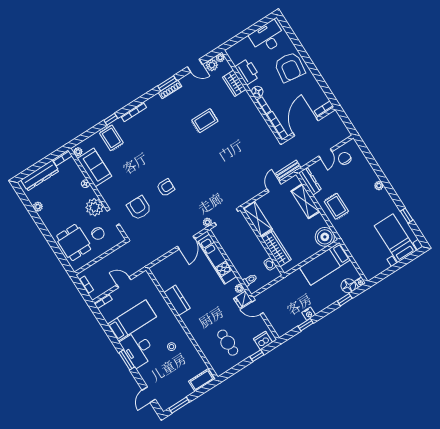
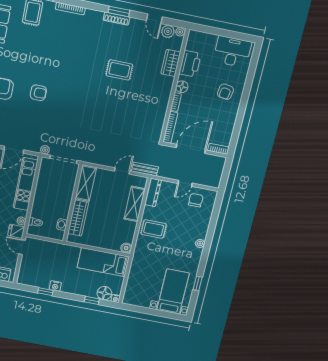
armchair: (290, 67) -> (225, 92), width x0.53, depth x0.53
rug: (336, 206) -> (154, 229), turned 90
boiler: (325, 237) -> (126, 248), width x0.54, depth x0.54

